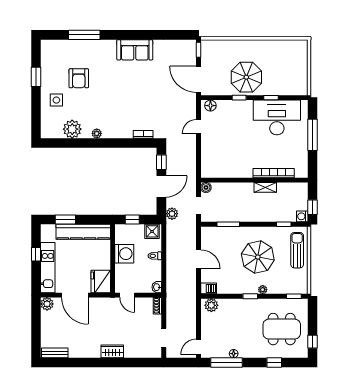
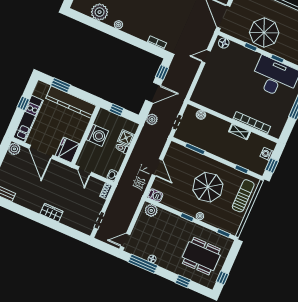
boiler: (206, 187) -> (201, 115), moved
washing machine: (302, 216) -> (267, 154), moved
shower: (152, 231) -> (126, 138), moved

